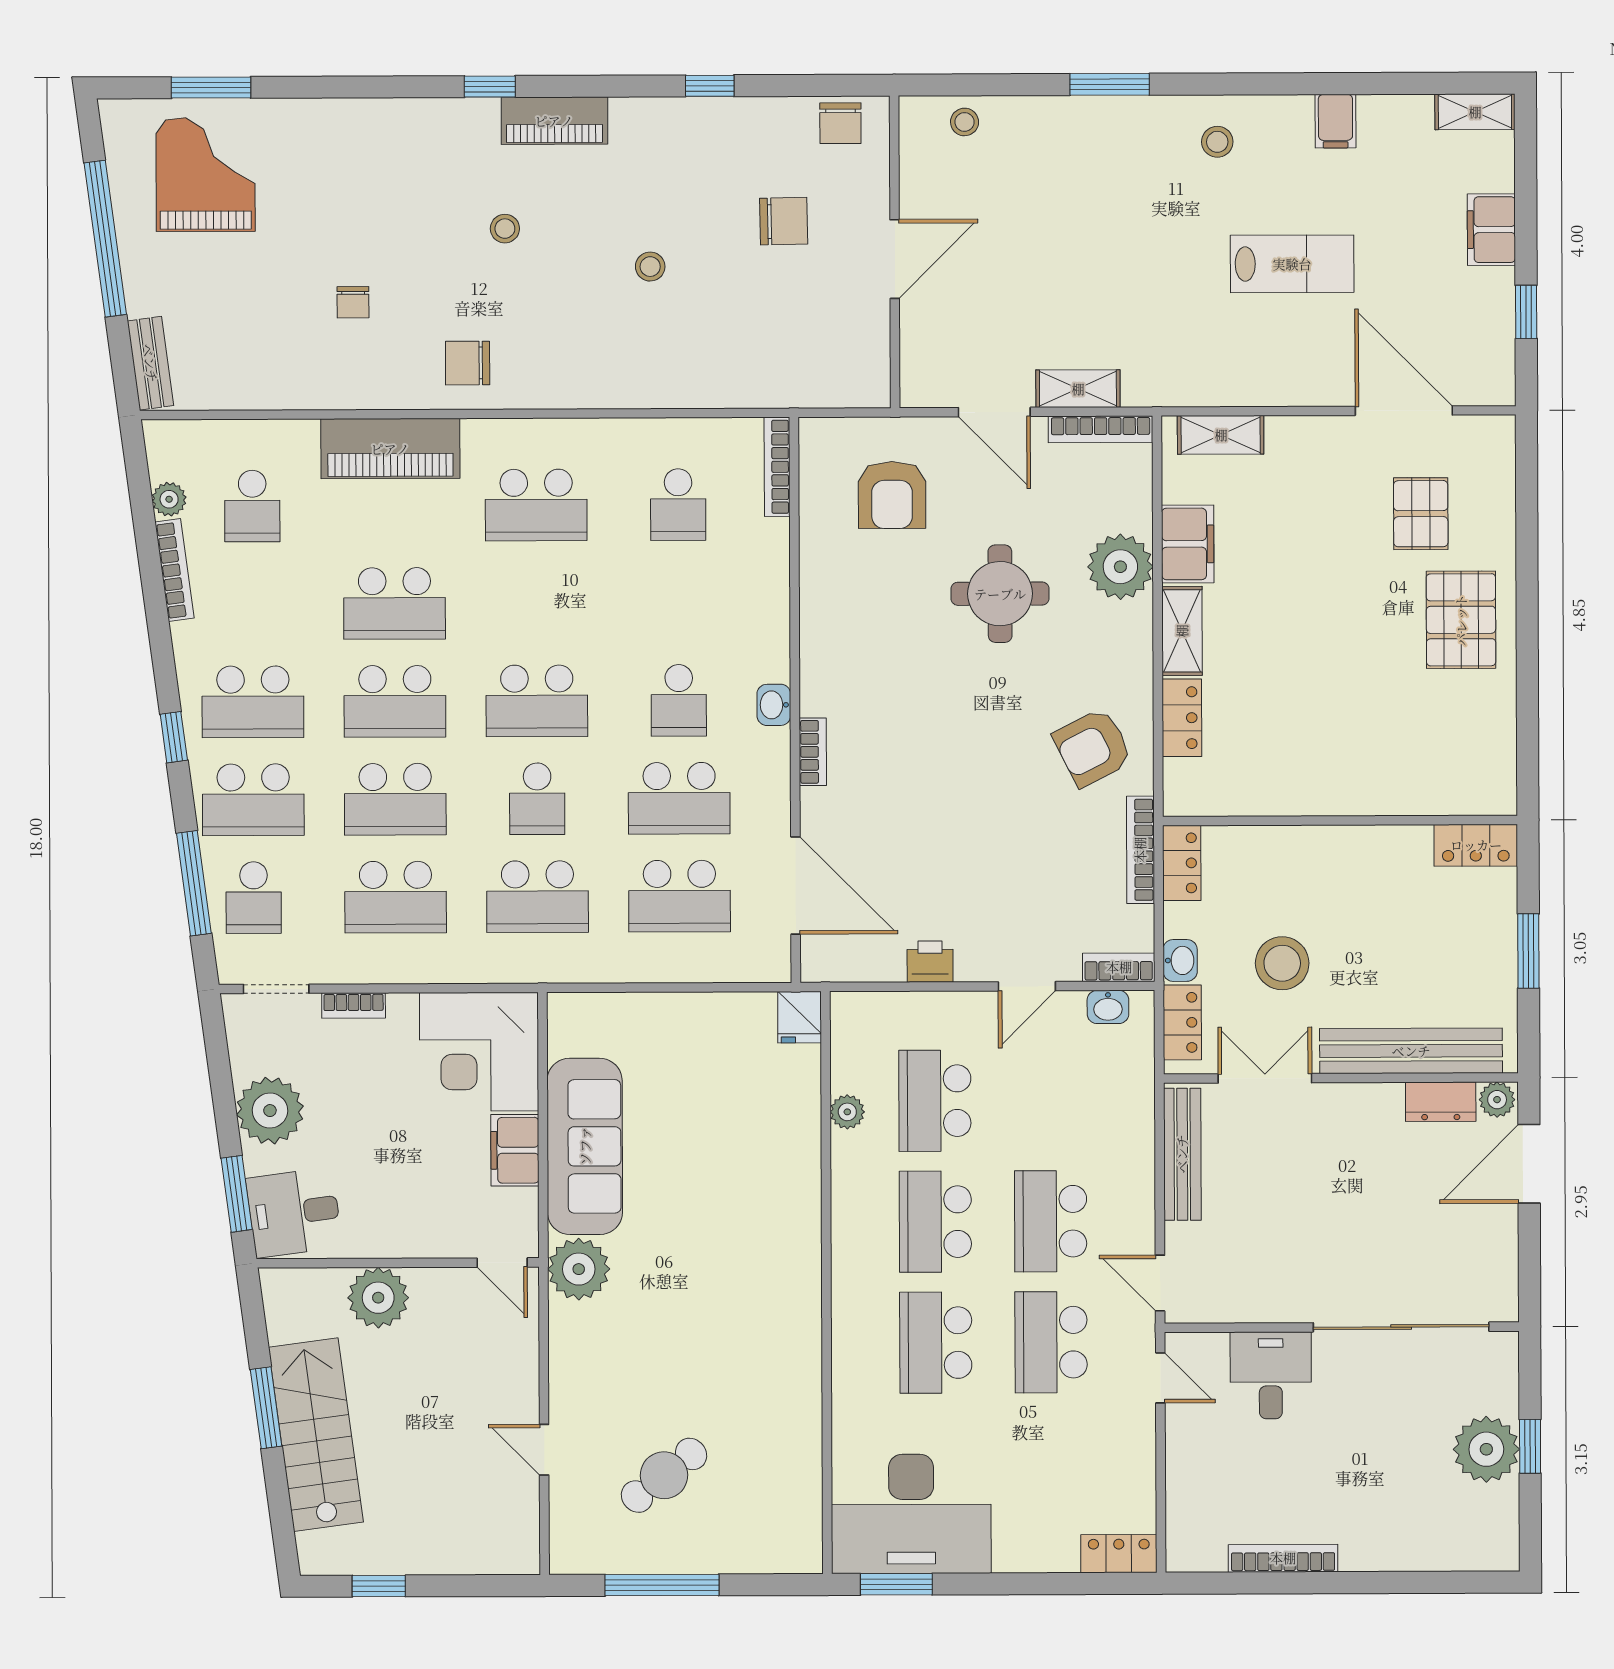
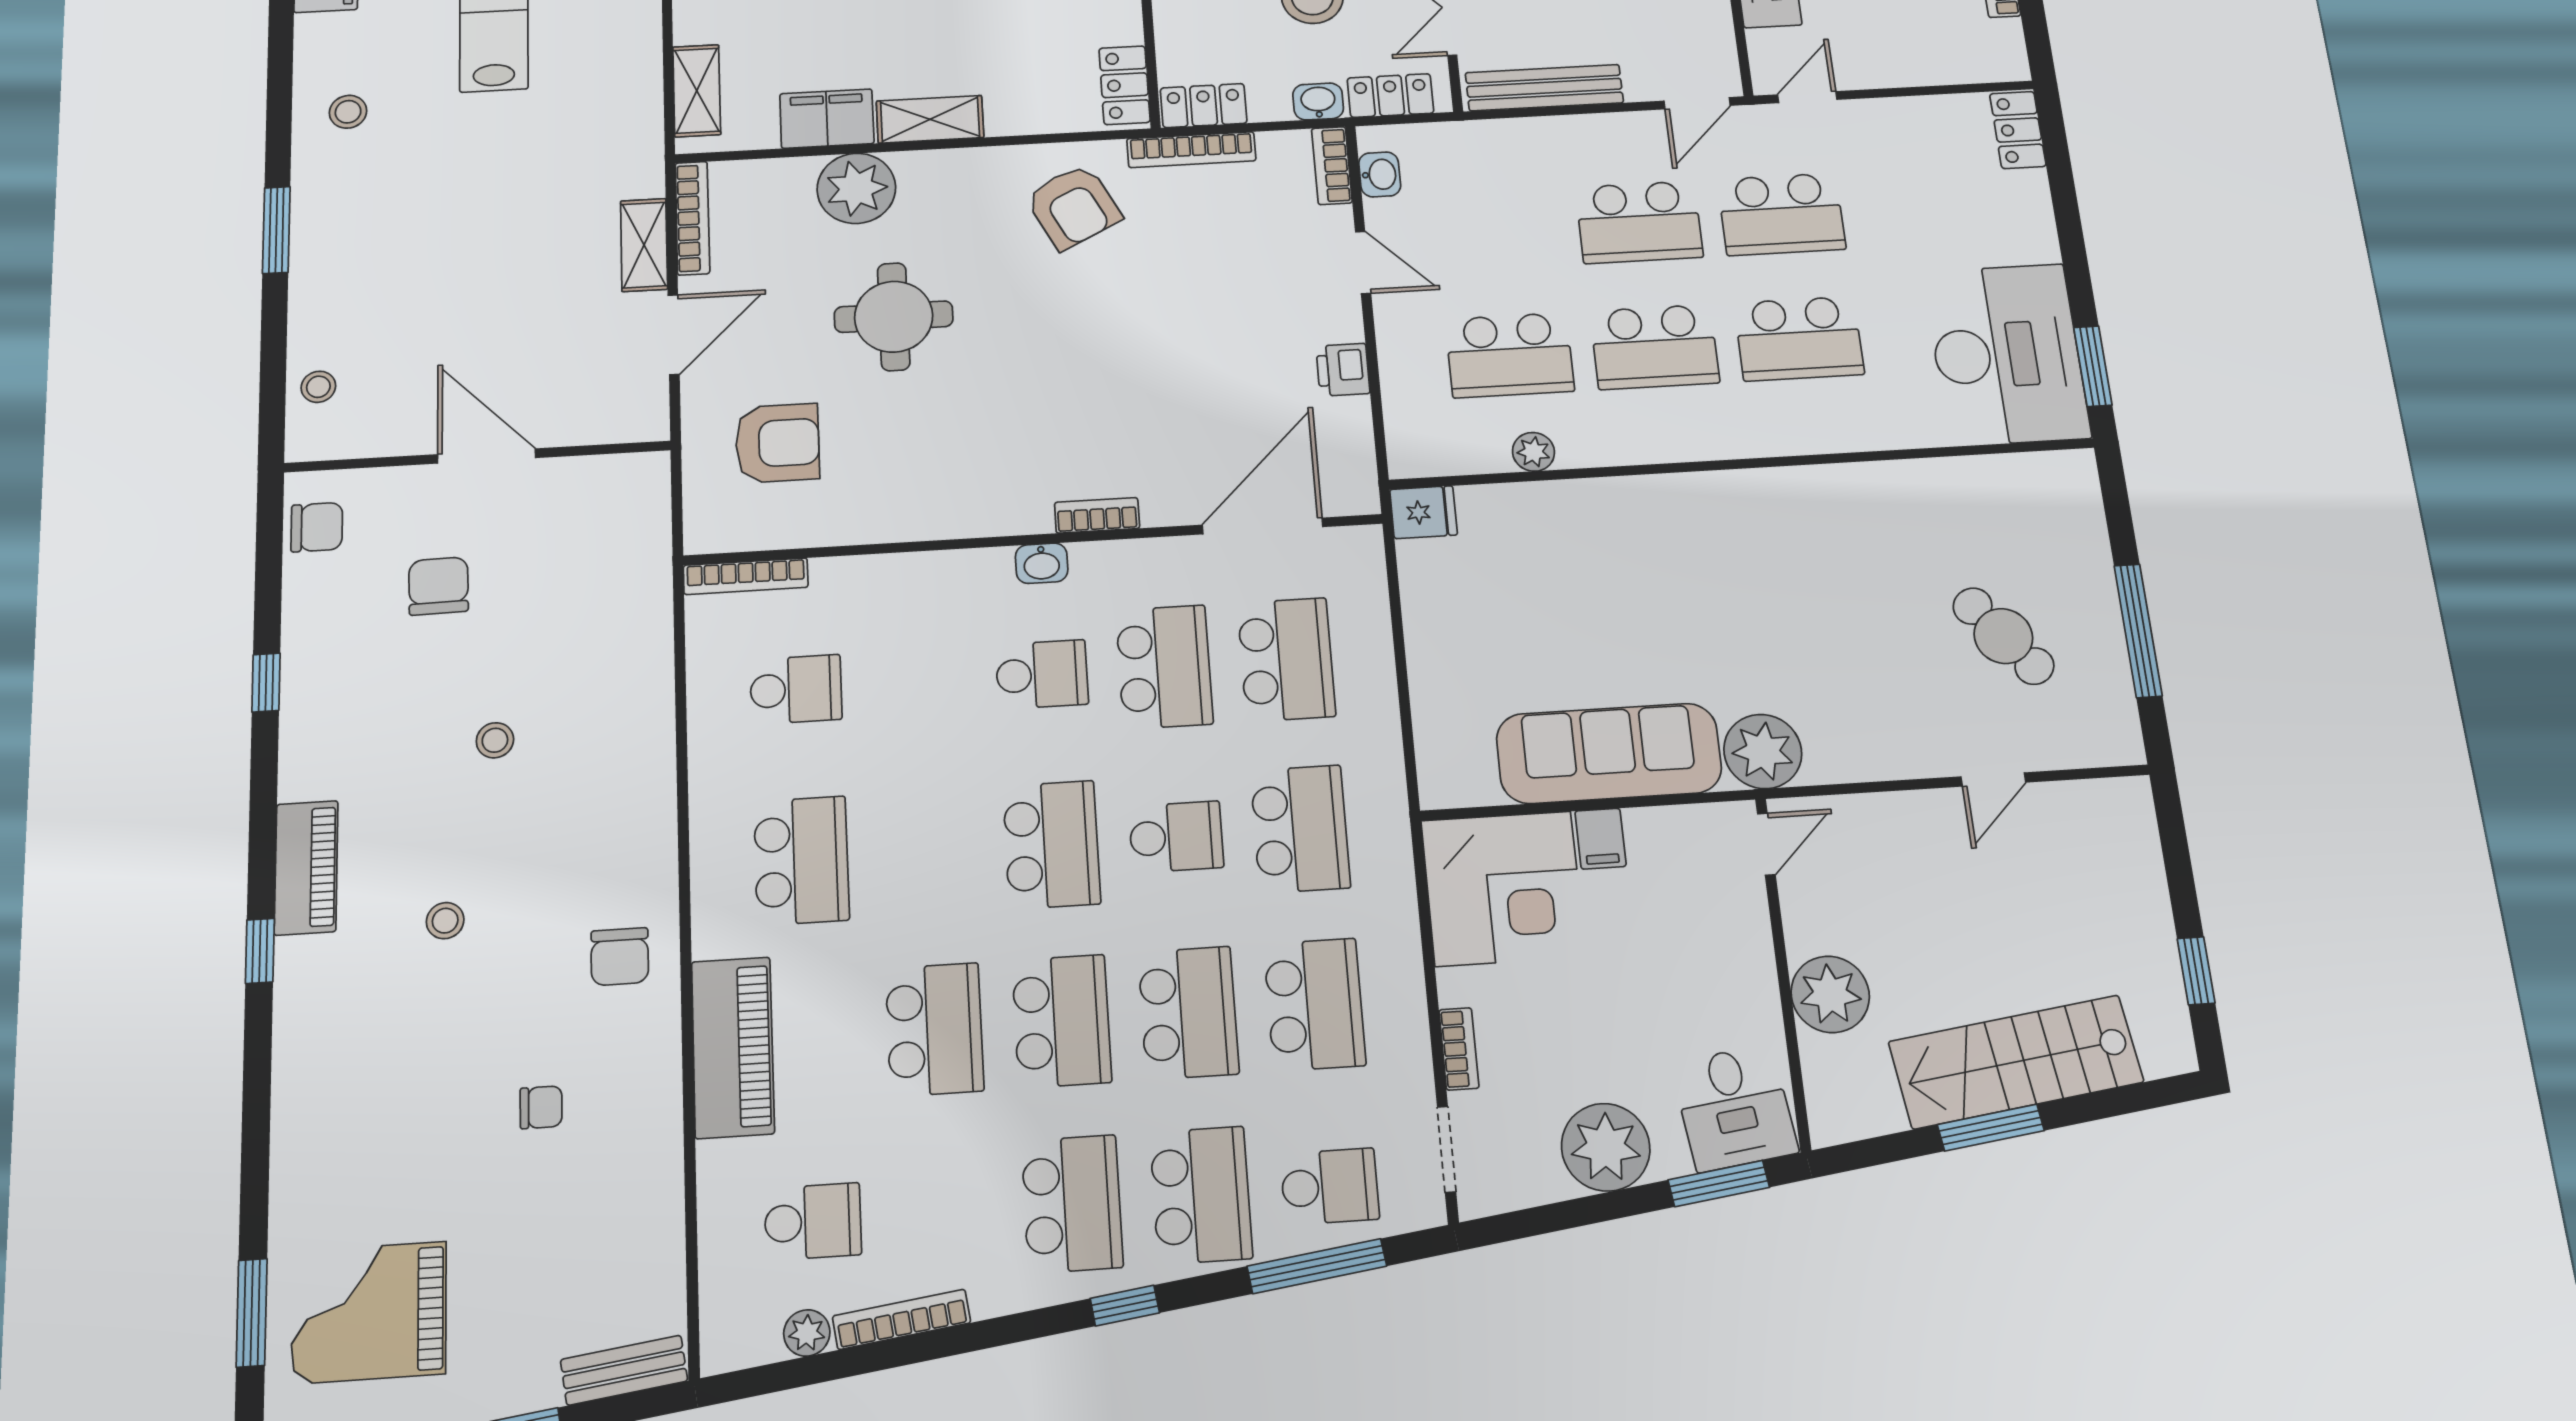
locker: (1182, 718) -> (1125, 85), moved, turned -90
filing cabinet: (515, 1150) -> (1601, 839), width x0.50

